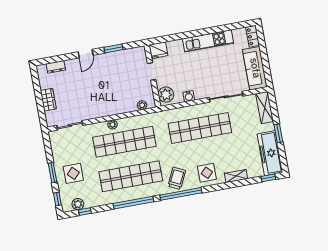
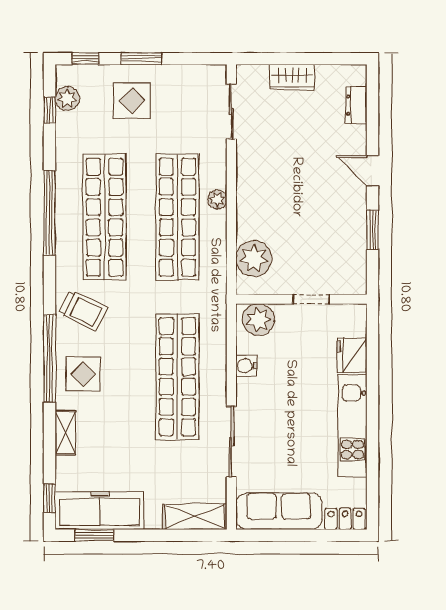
fridge: (158, 50) -> (352, 355), moved
plant: (142, 105) -> (254, 259), width x1.87, depth x1.87
window: (278, 133) -> (94, 535), moved
window: (181, 194) -> (50, 358), moved

